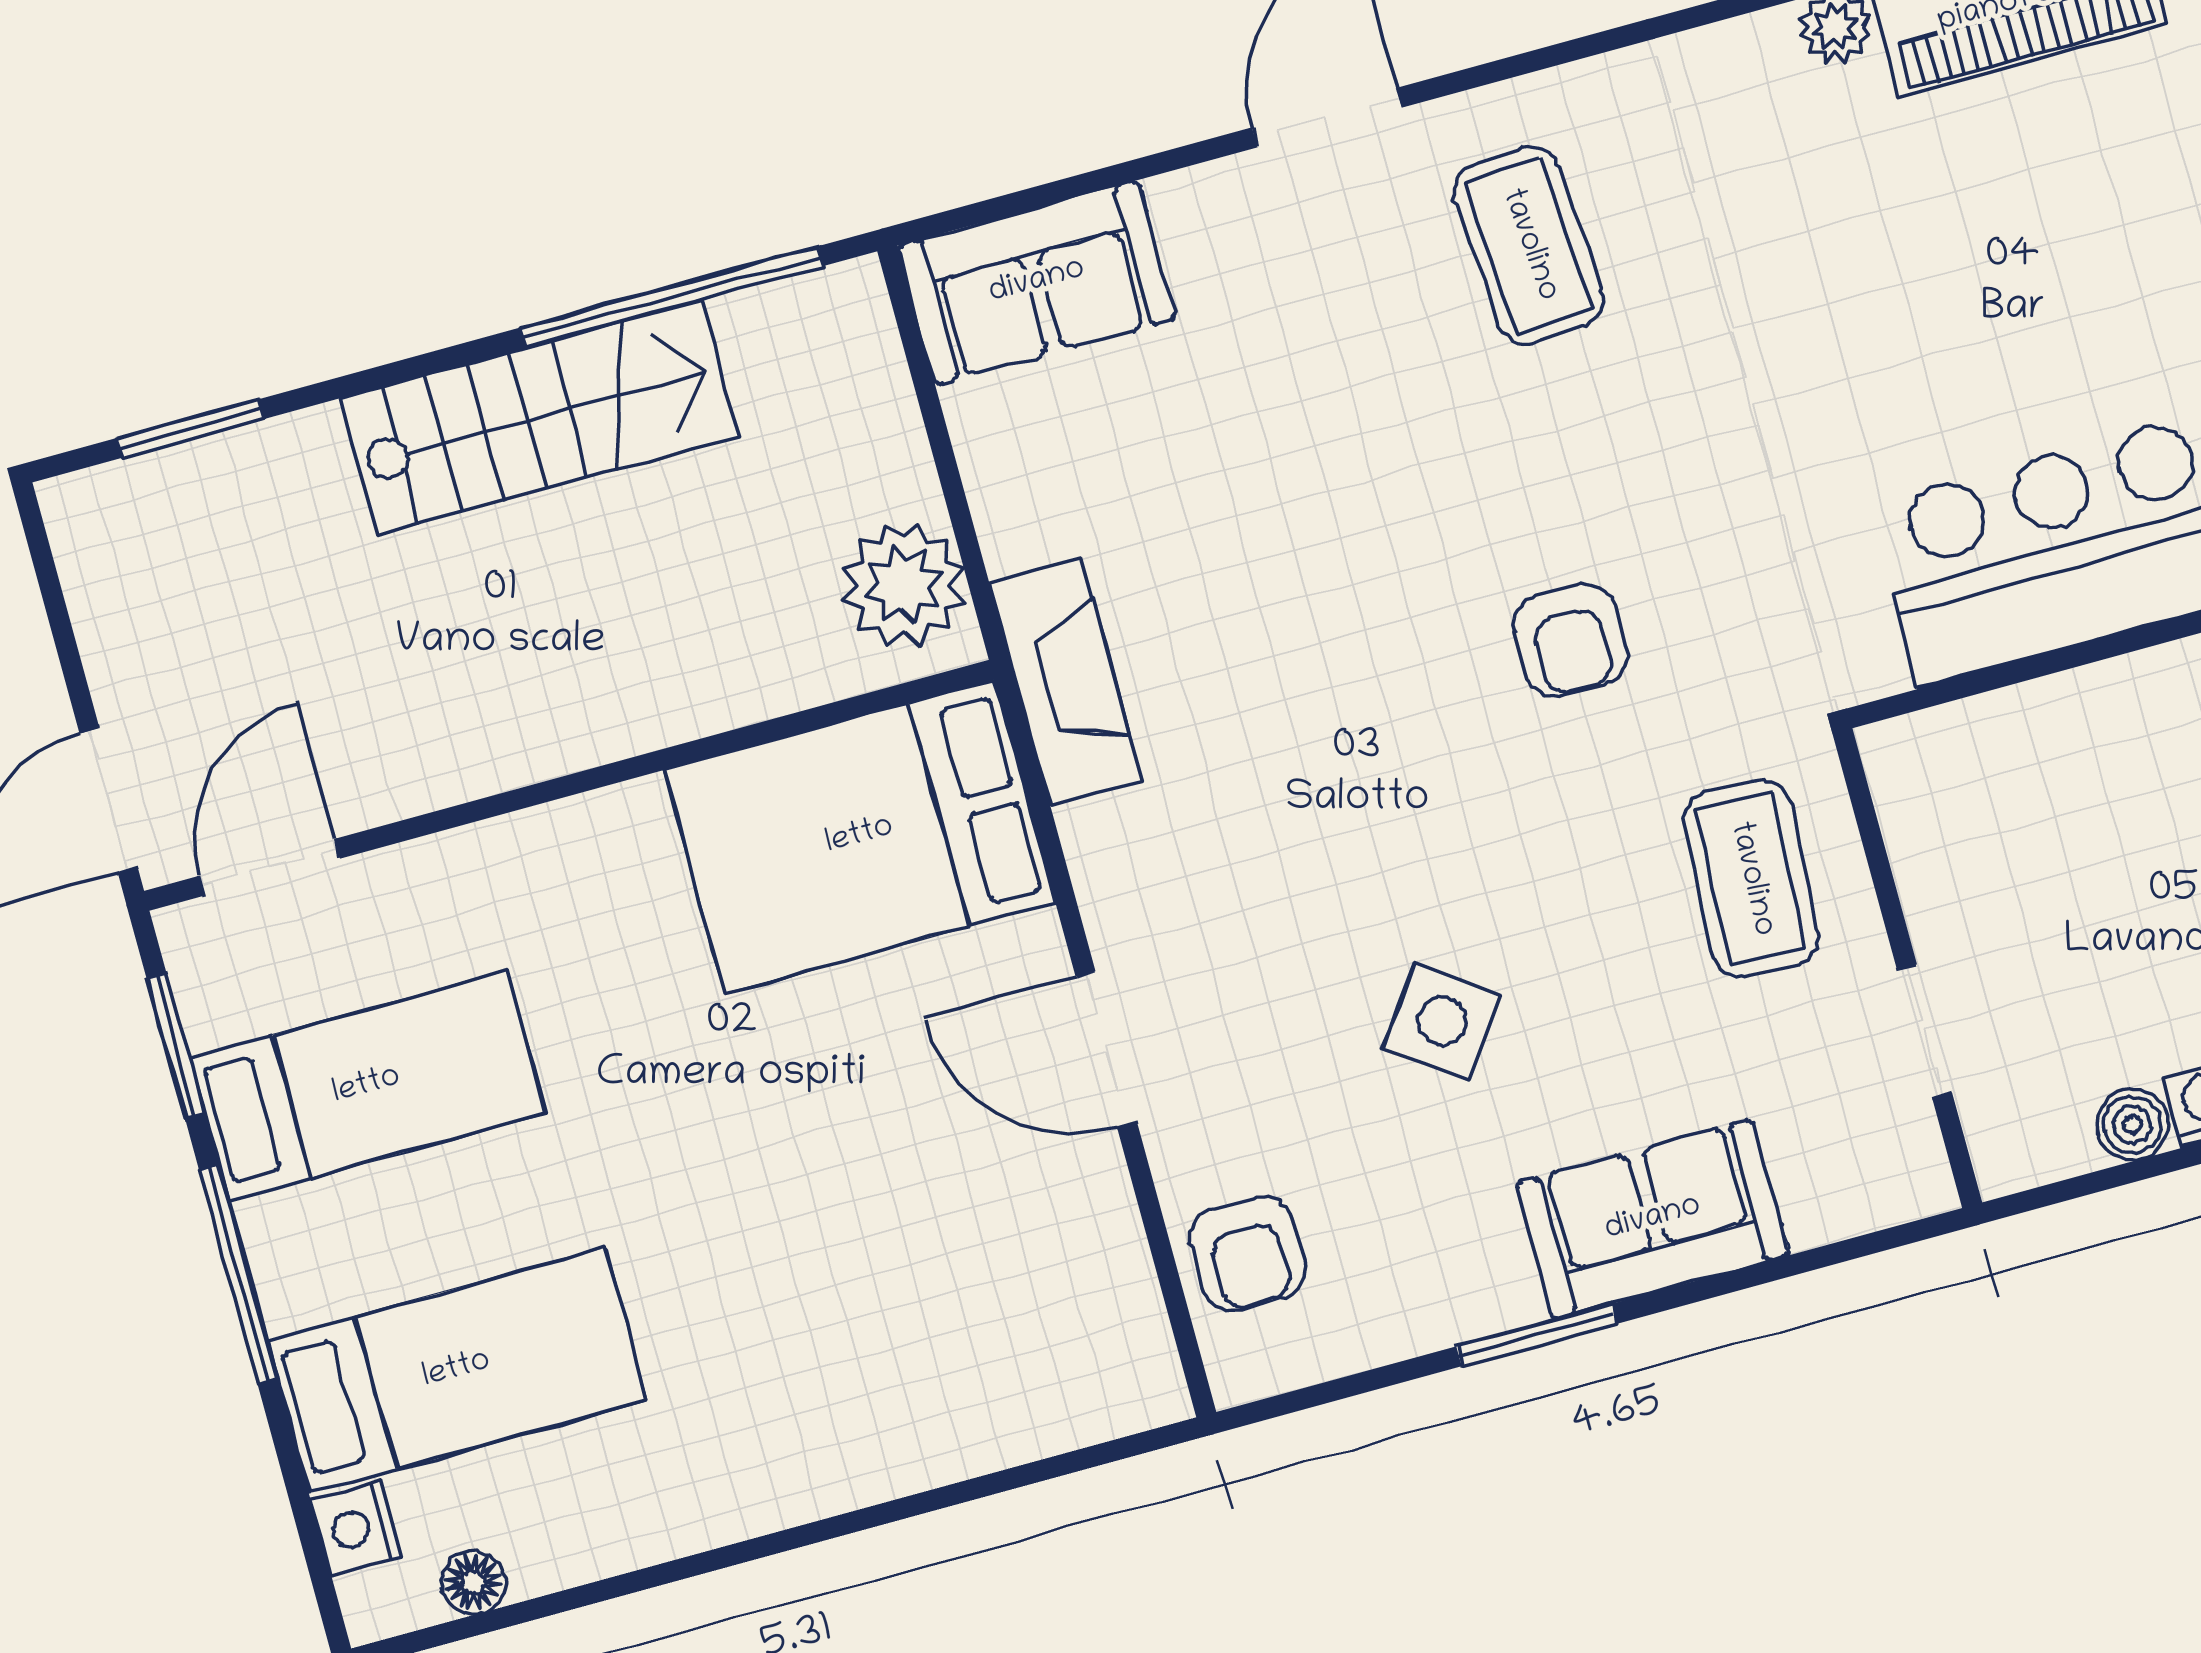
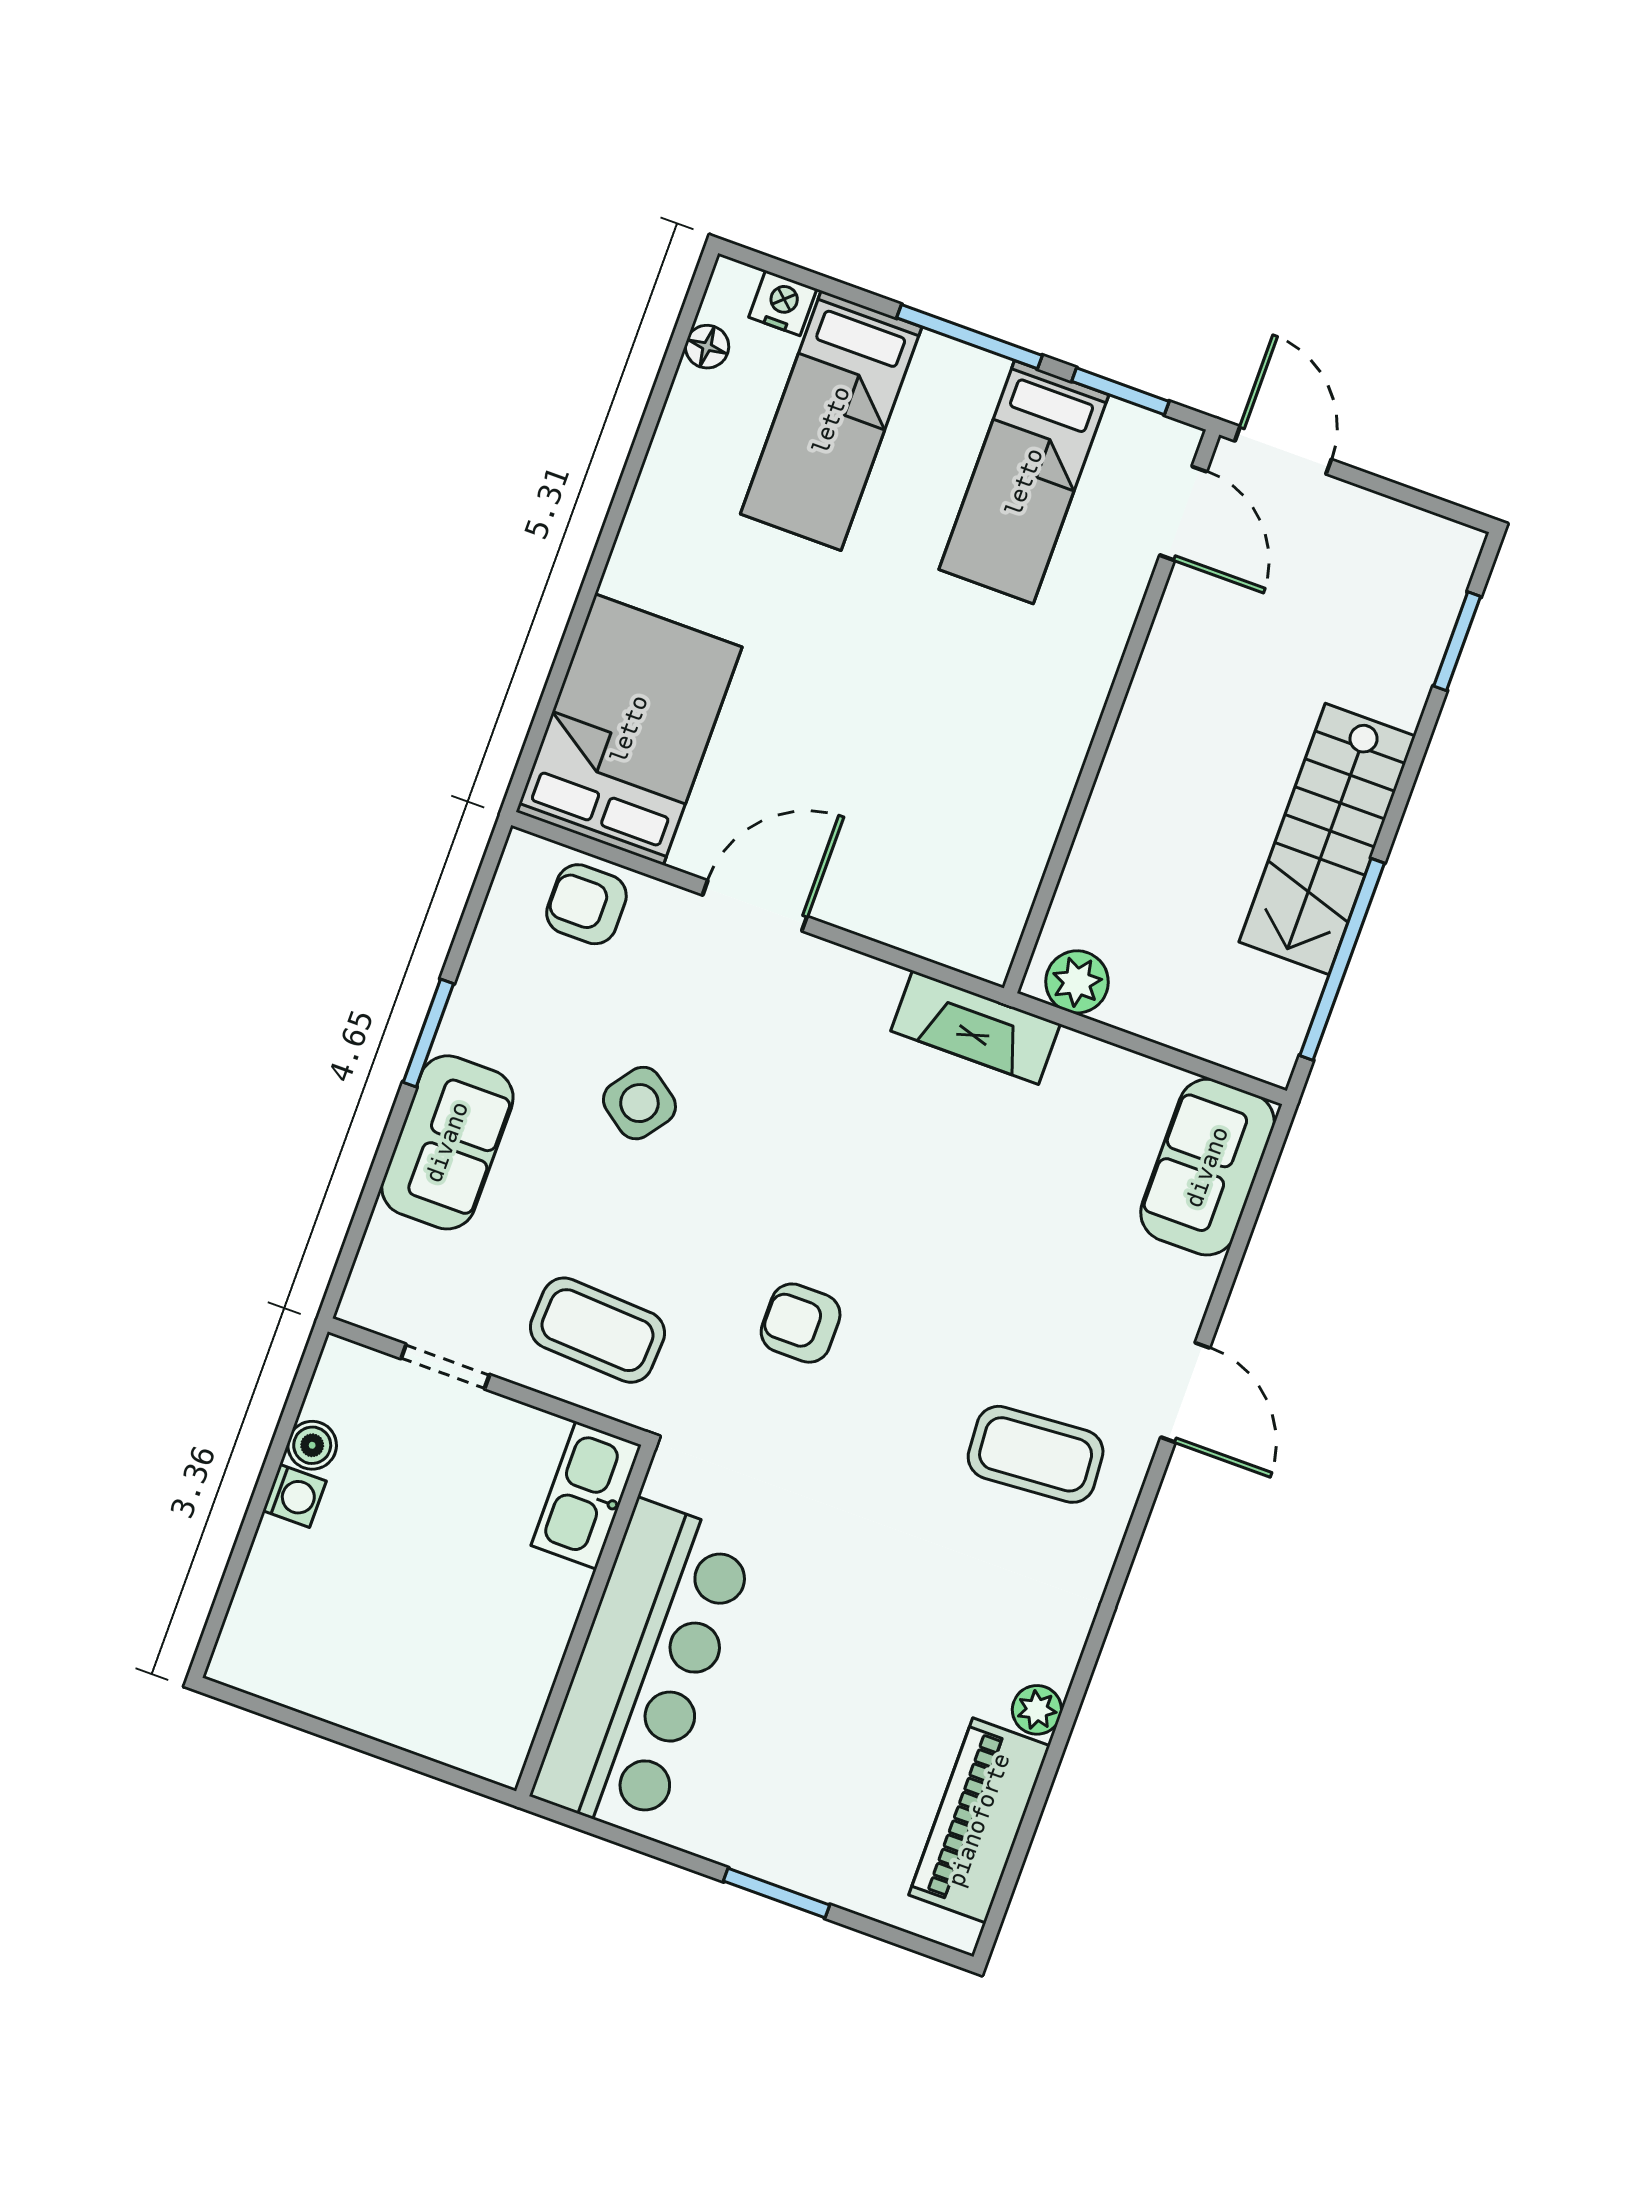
plant: (904, 585) -> (1077, 982), width x0.73, depth x0.73
kitchen sink: (1960, 752) -> (586, 1495), added
bed: (860, 836) -> (629, 729), moved

